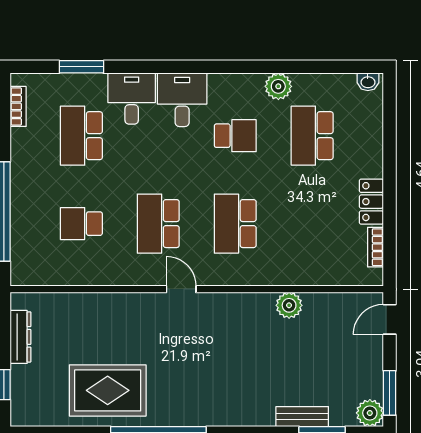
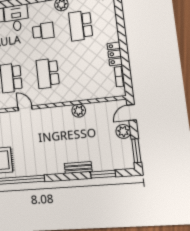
plant: (370, 413) -> (123, 131), moved
bench: (302, 417) -> (78, 168), moved

